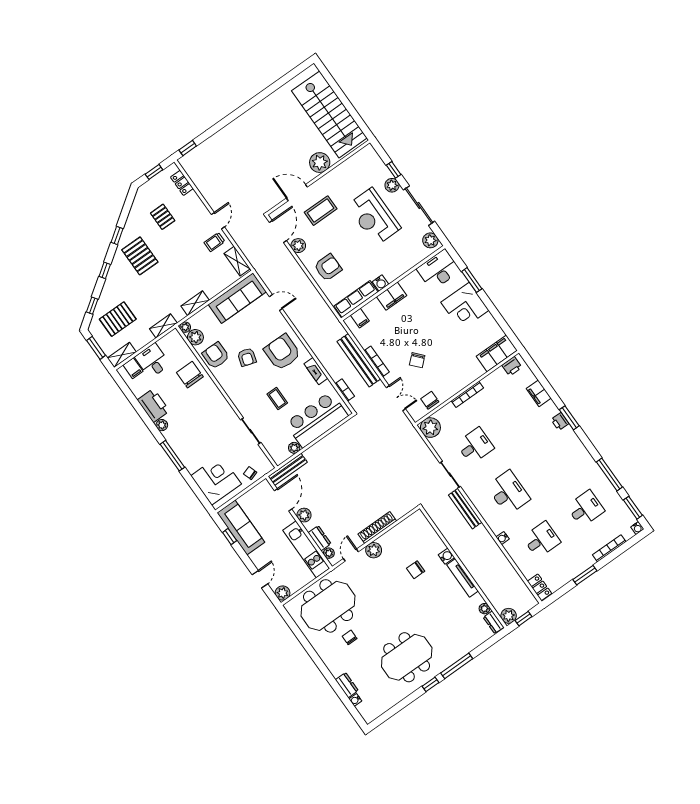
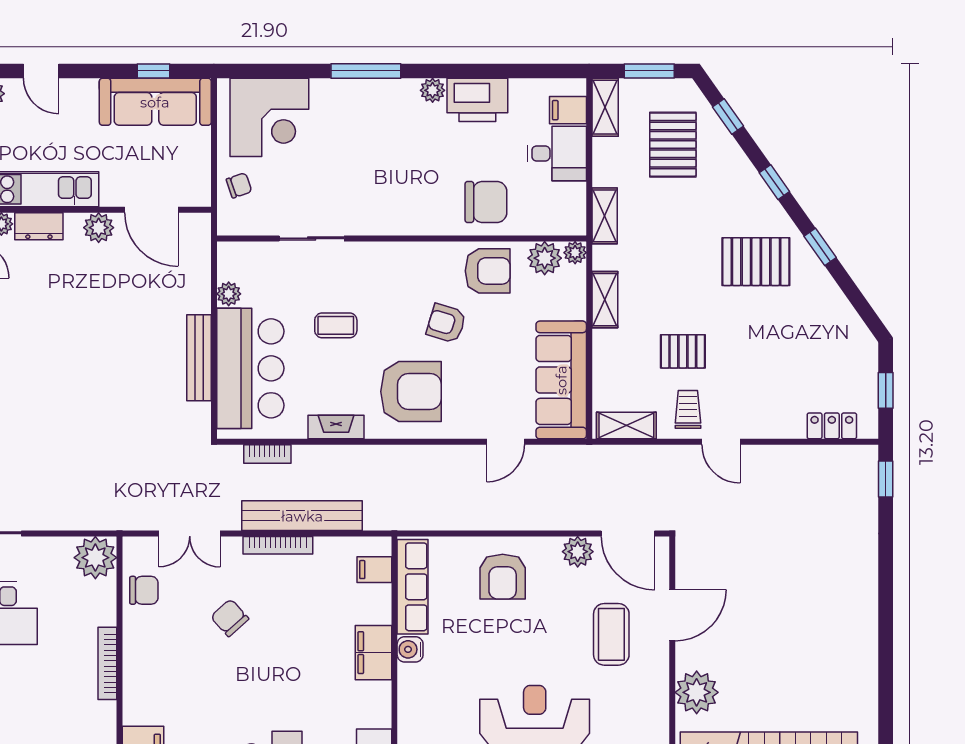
pallet: (163, 217) -> (683, 351), moved
bench: (288, 469) -> (199, 358), moved

